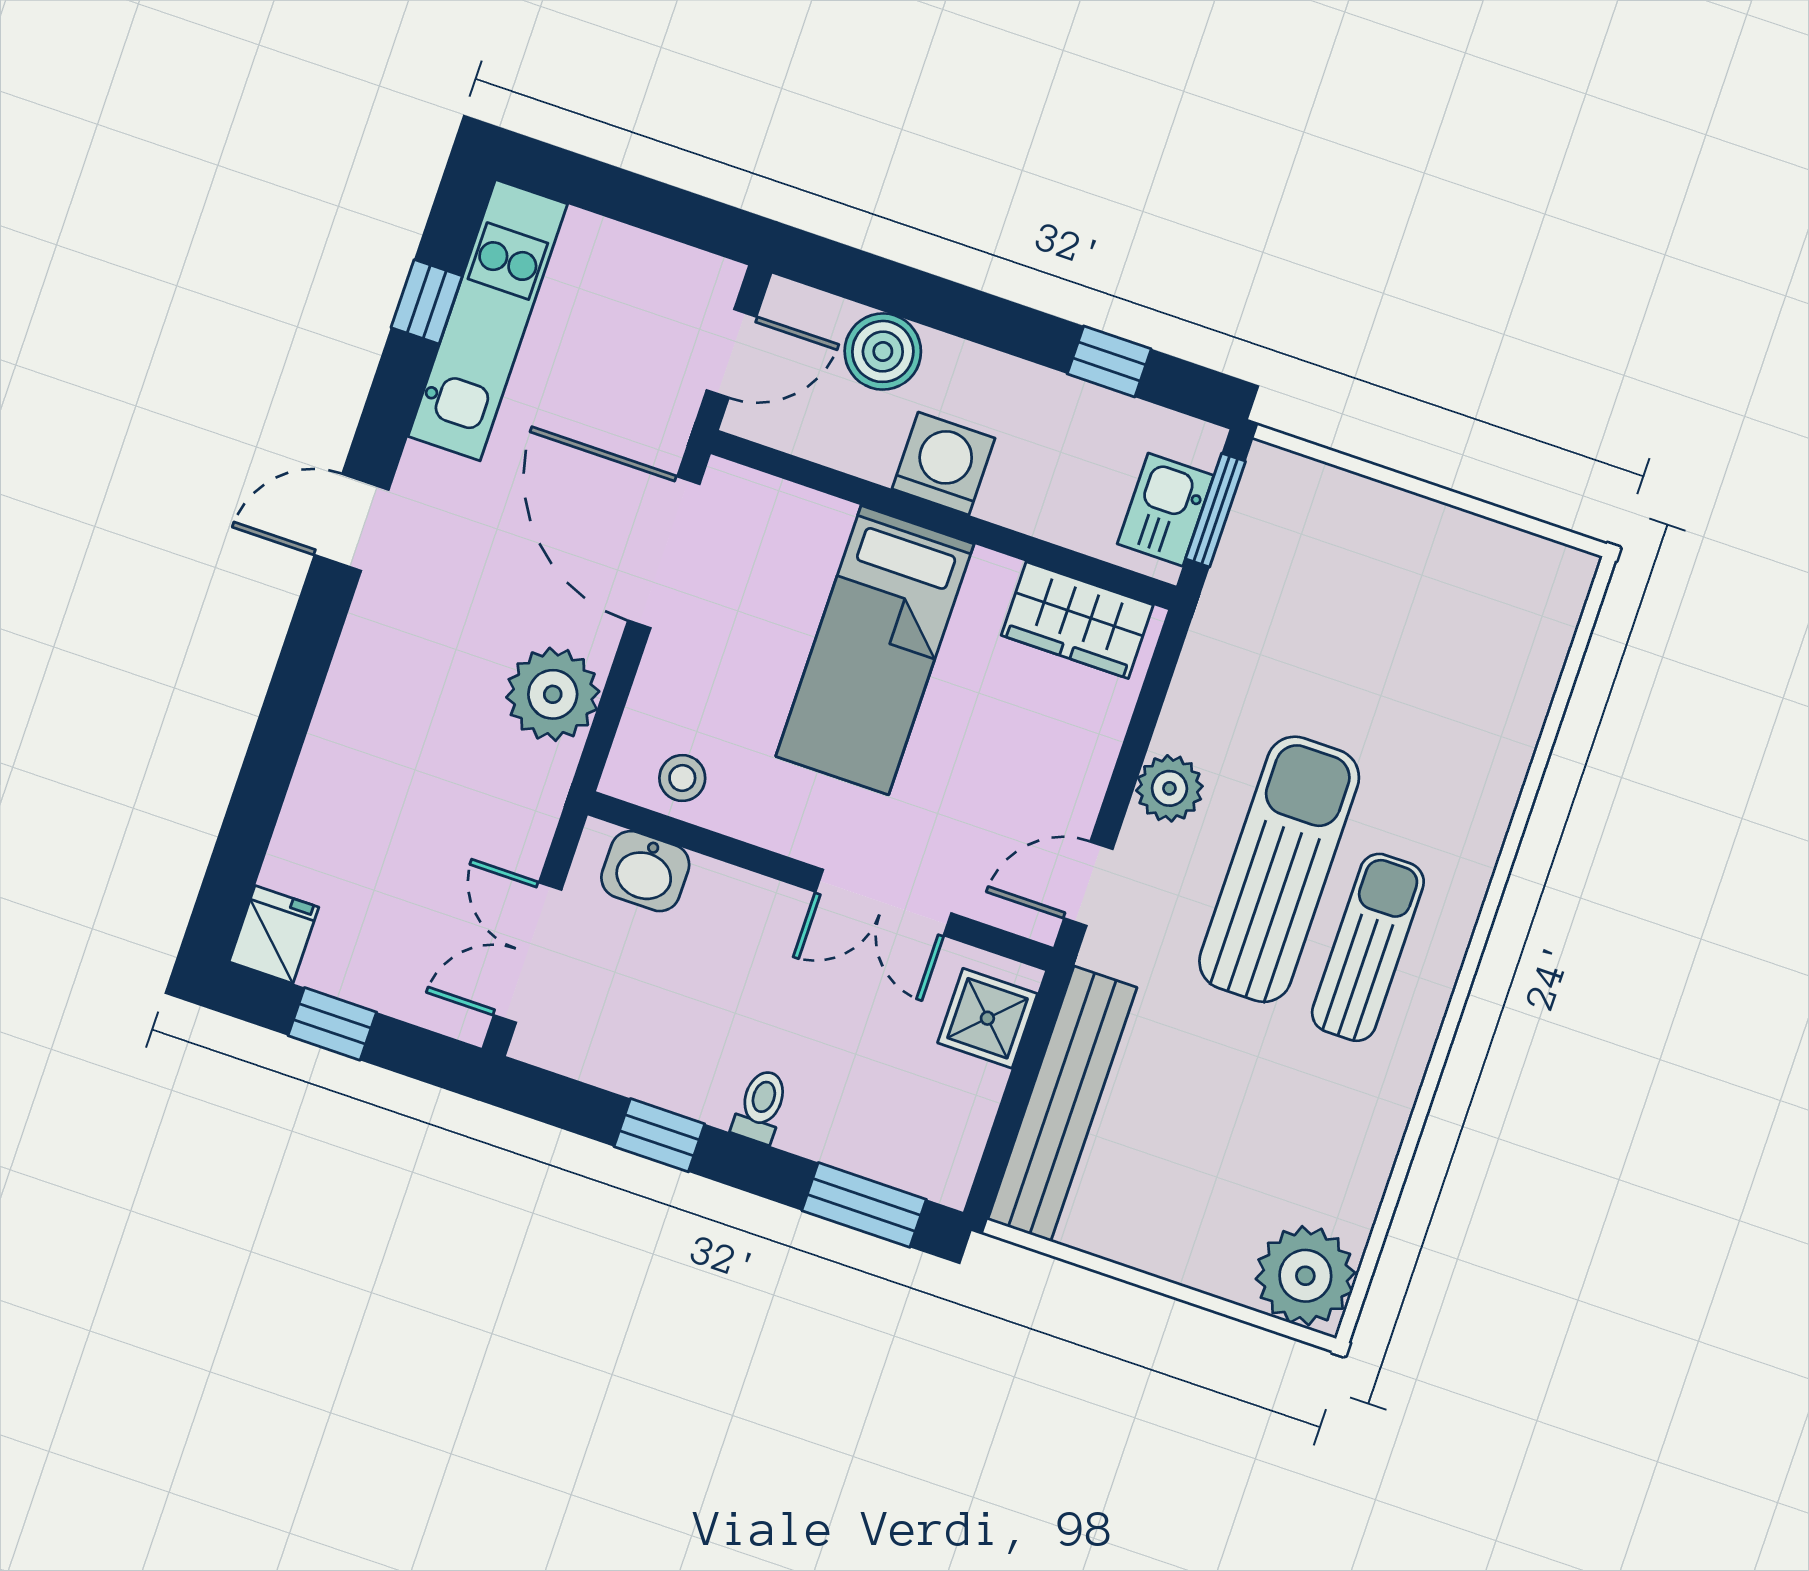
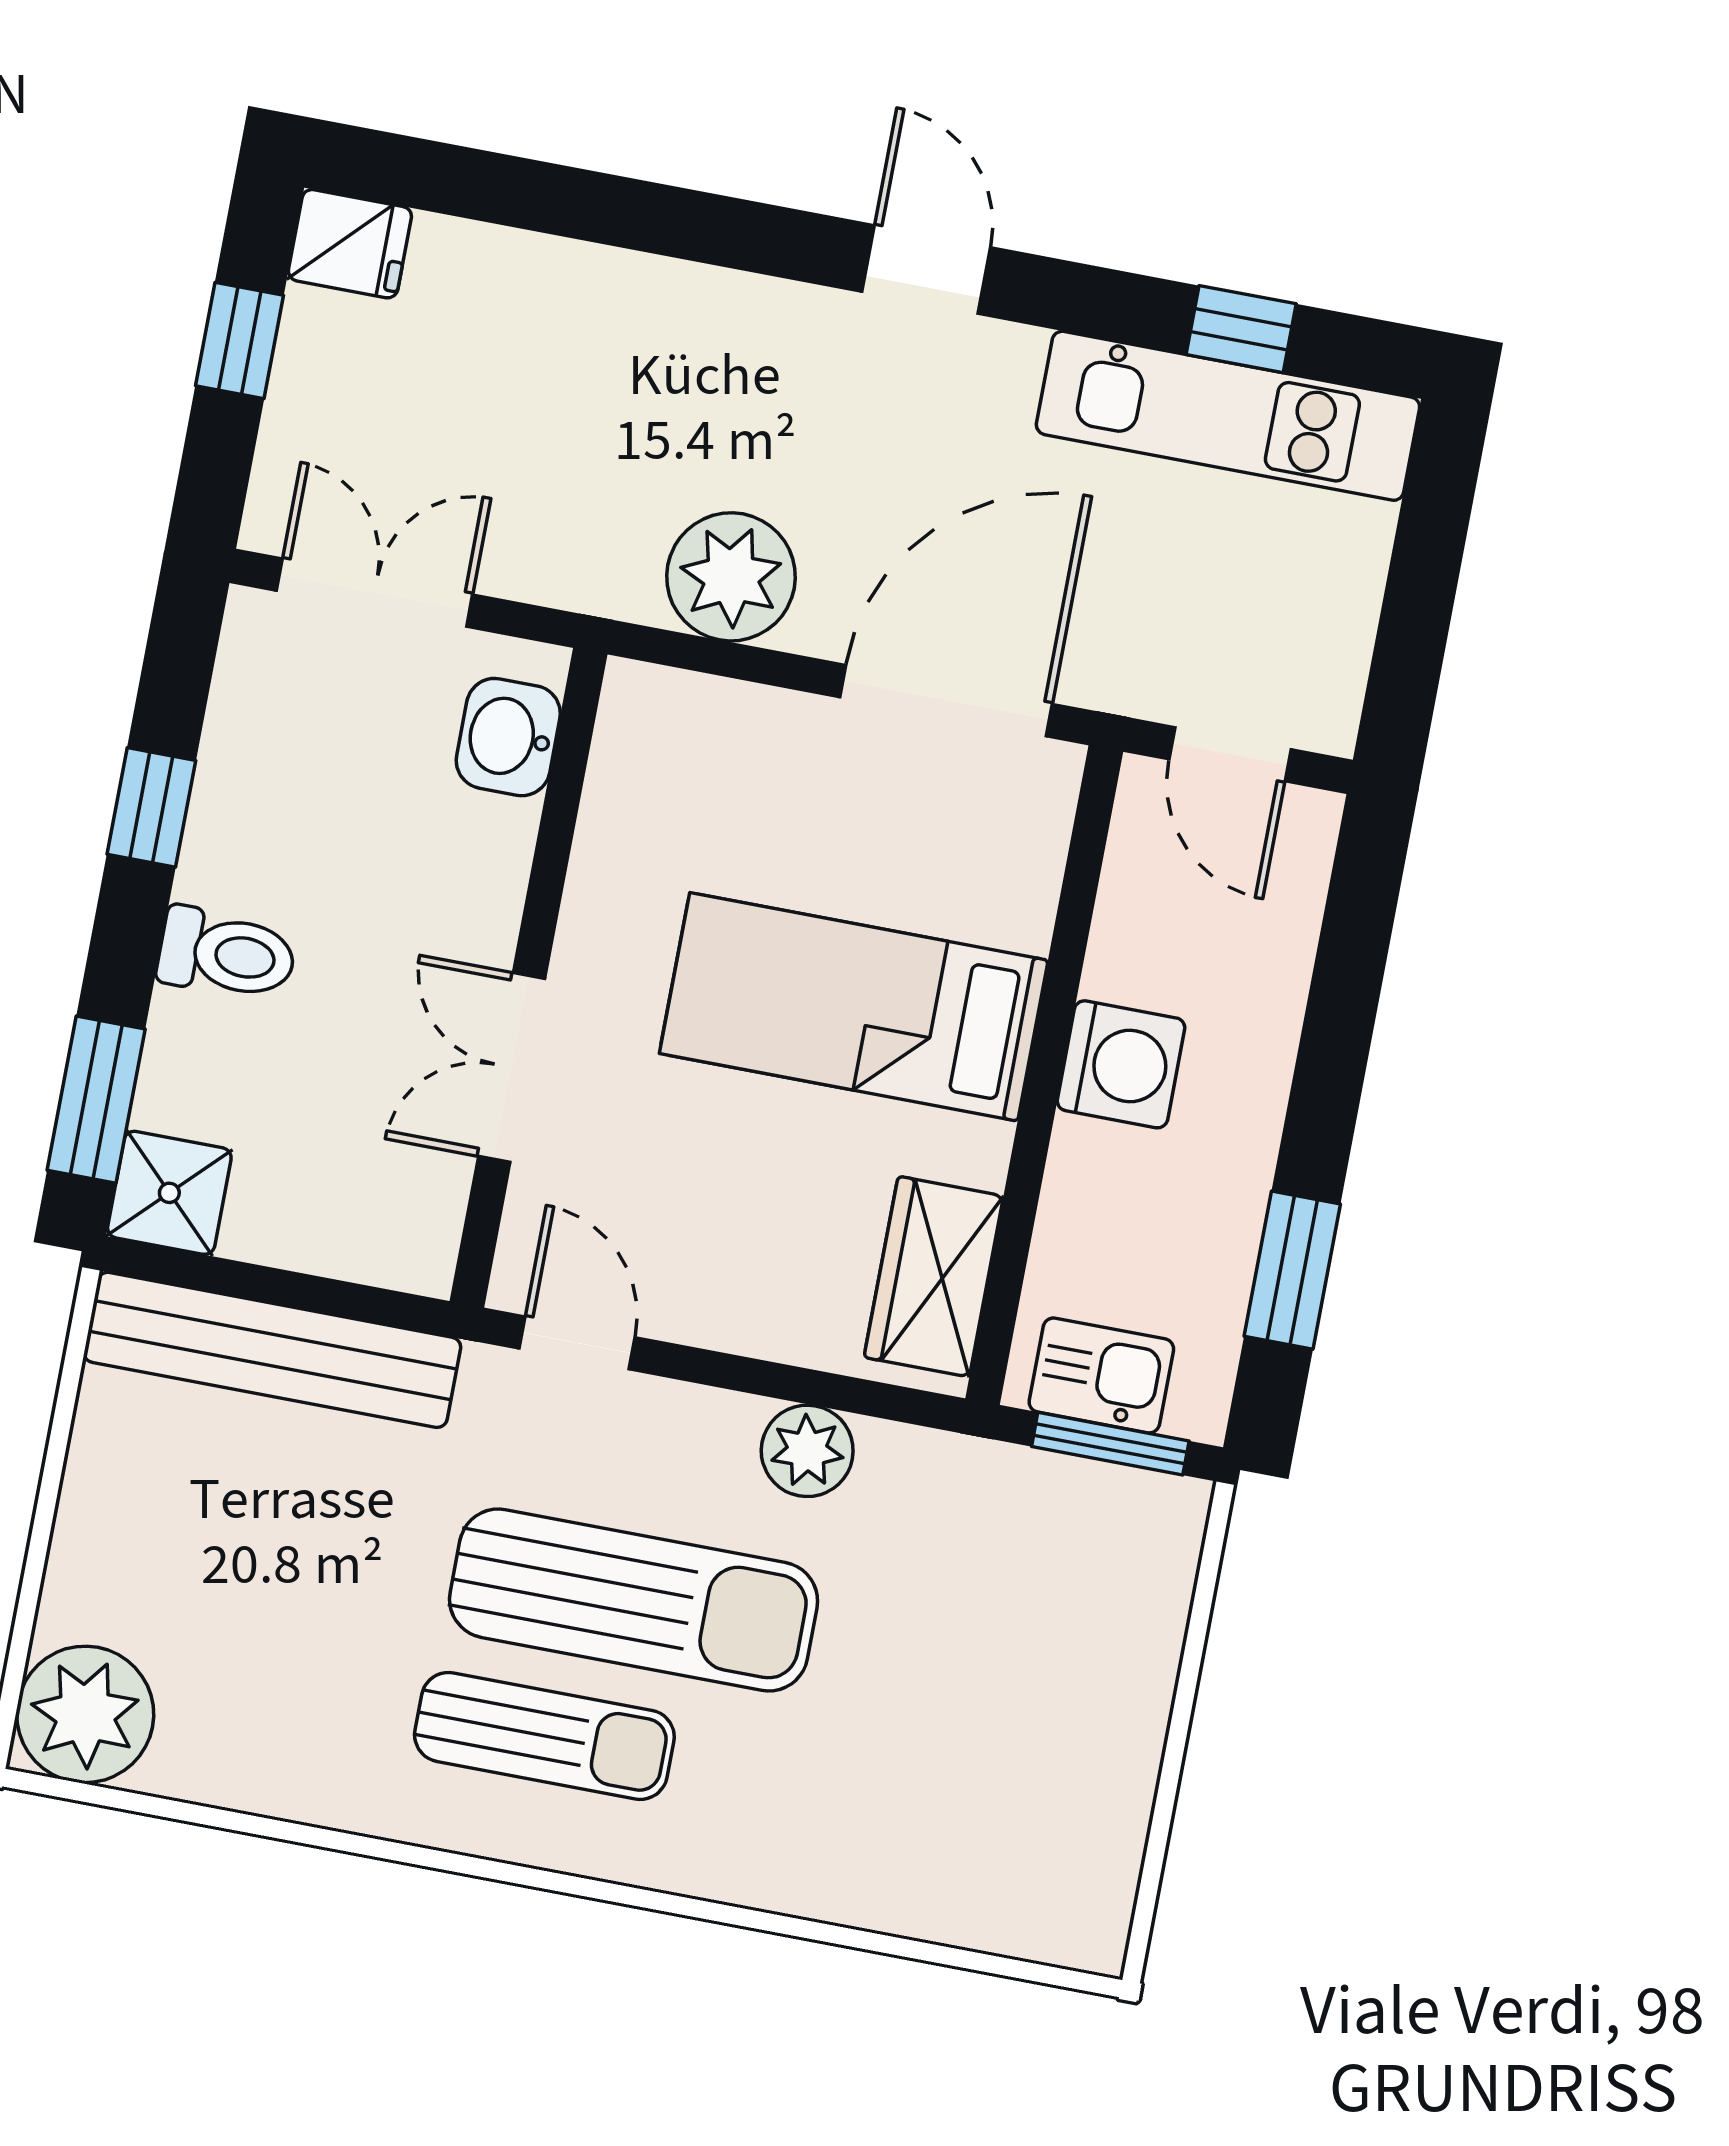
boiler: (883, 351) -> (1262, 960), removed
window: (1109, 361) -> (1292, 1270), width x1.50
stool: (682, 778) -> (642, 770), removed
plant: (1169, 788) -> (807, 1451), moved
shower: (987, 1018) -> (169, 1193), moved
toilet: (761, 1106) -> (227, 954), width x1.37, depth x1.39

